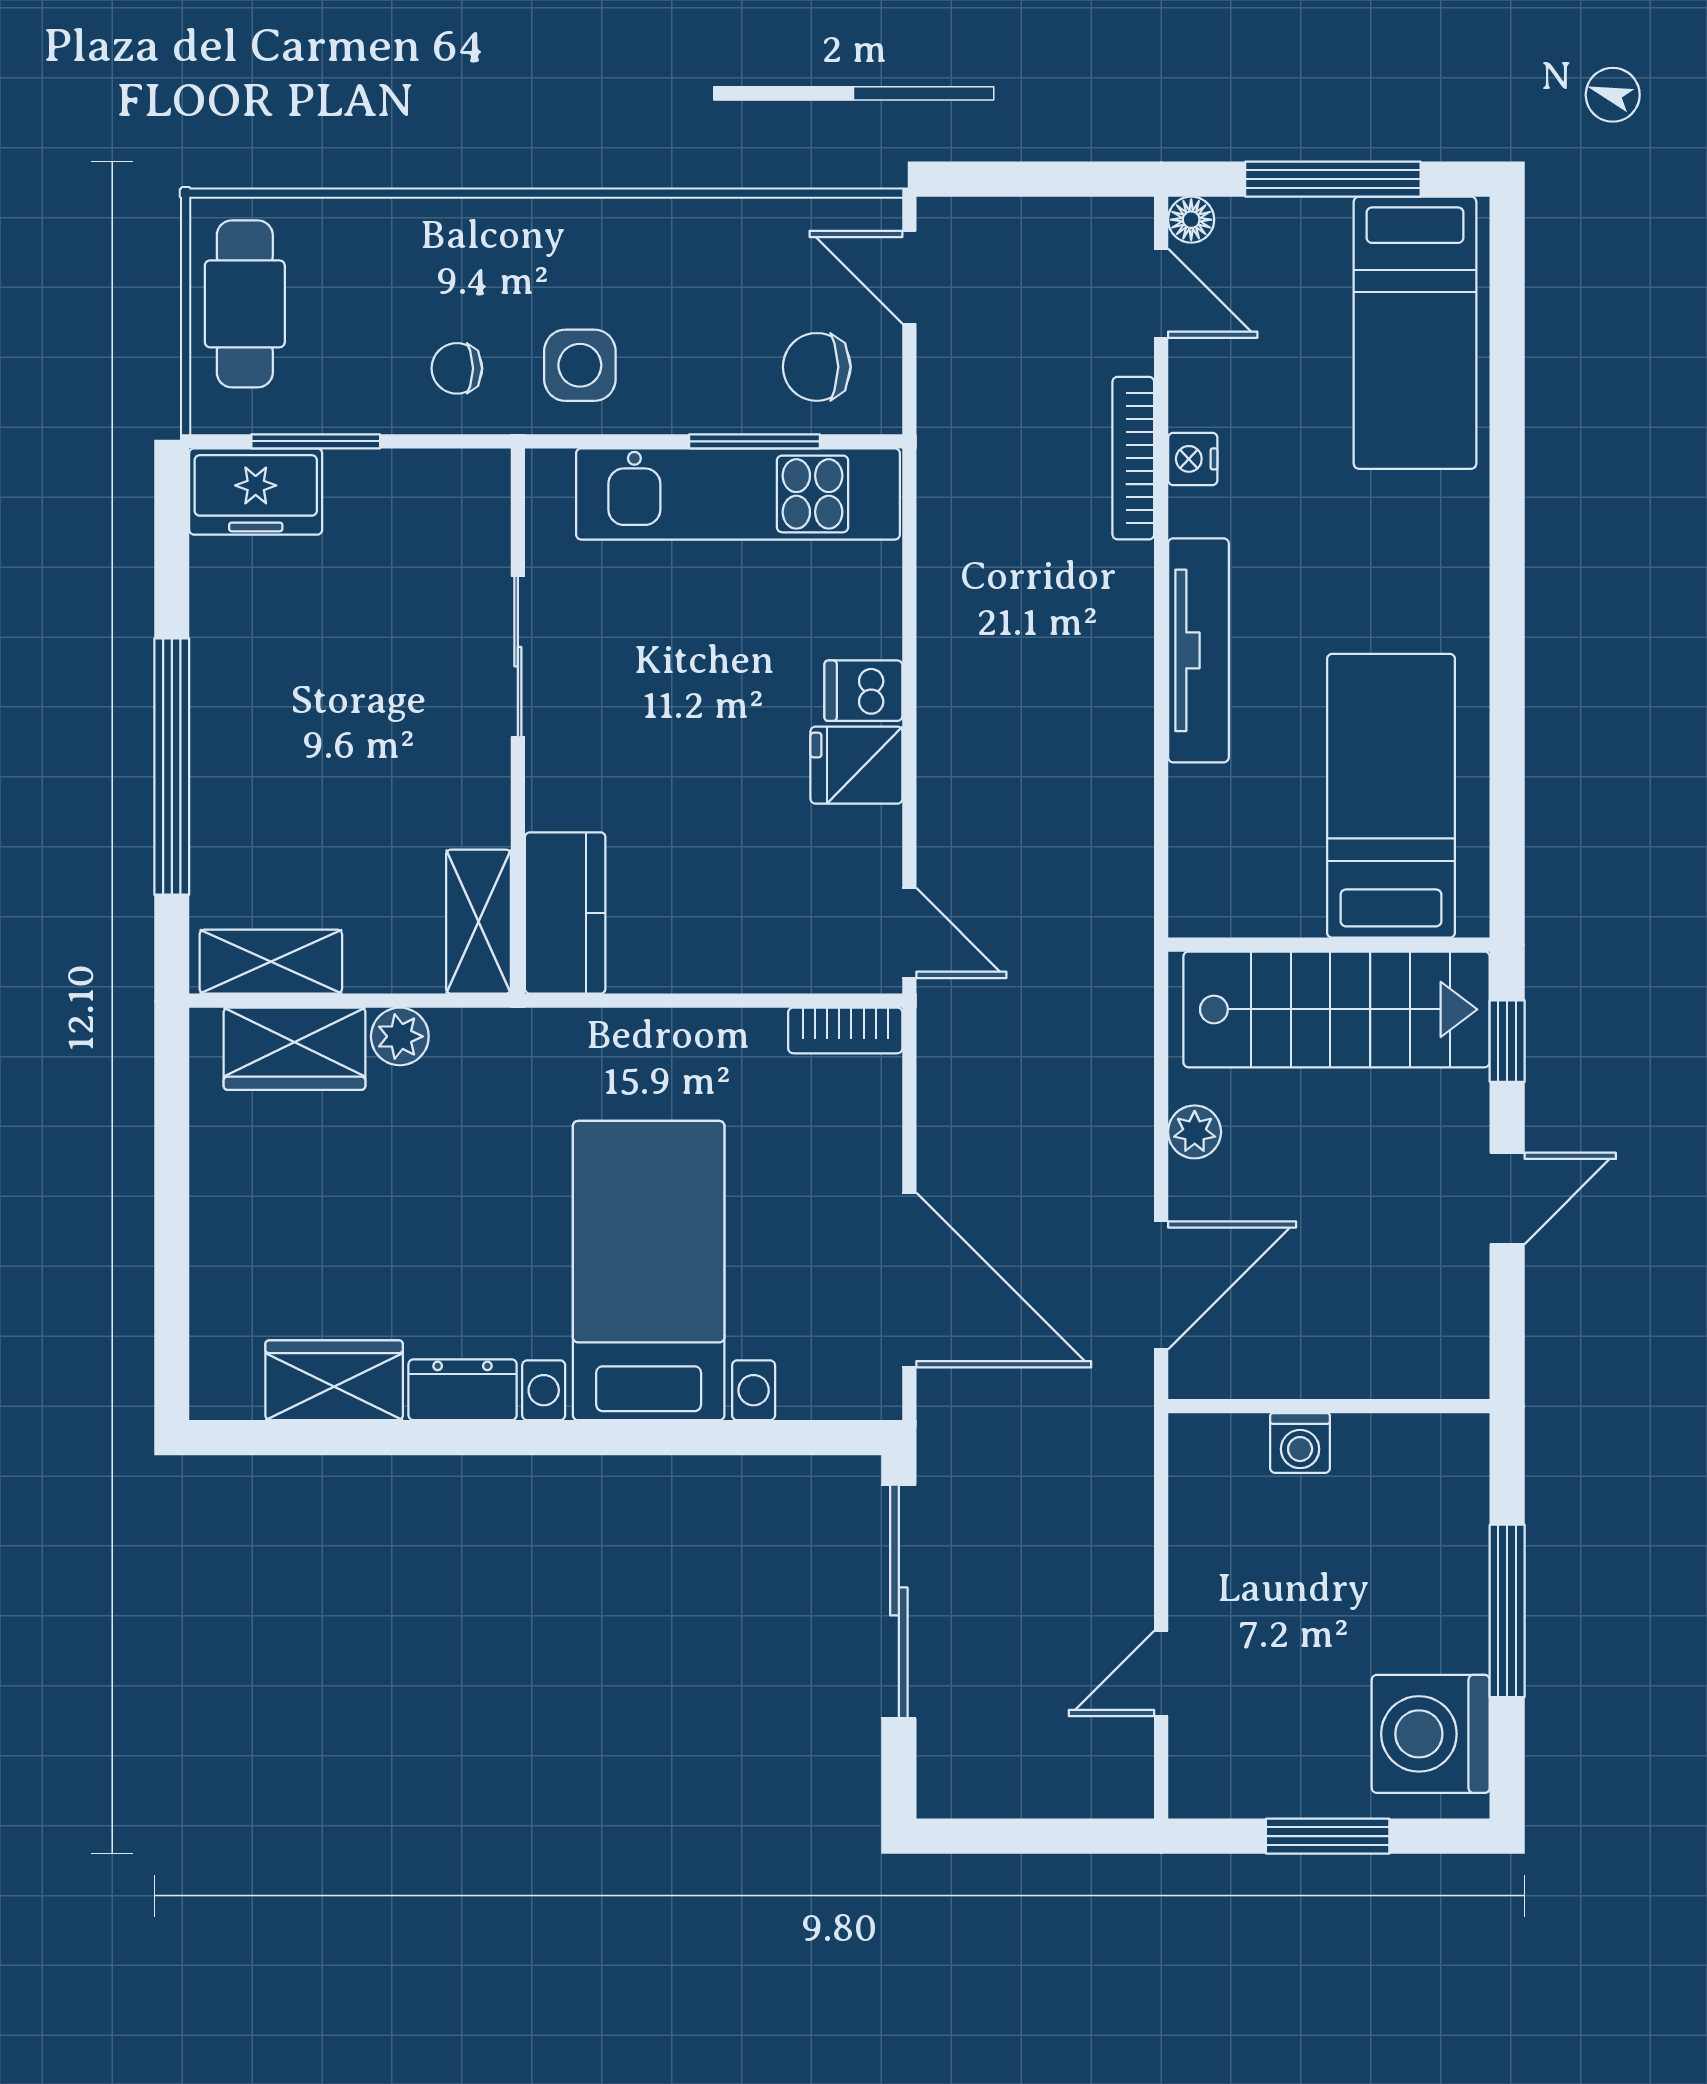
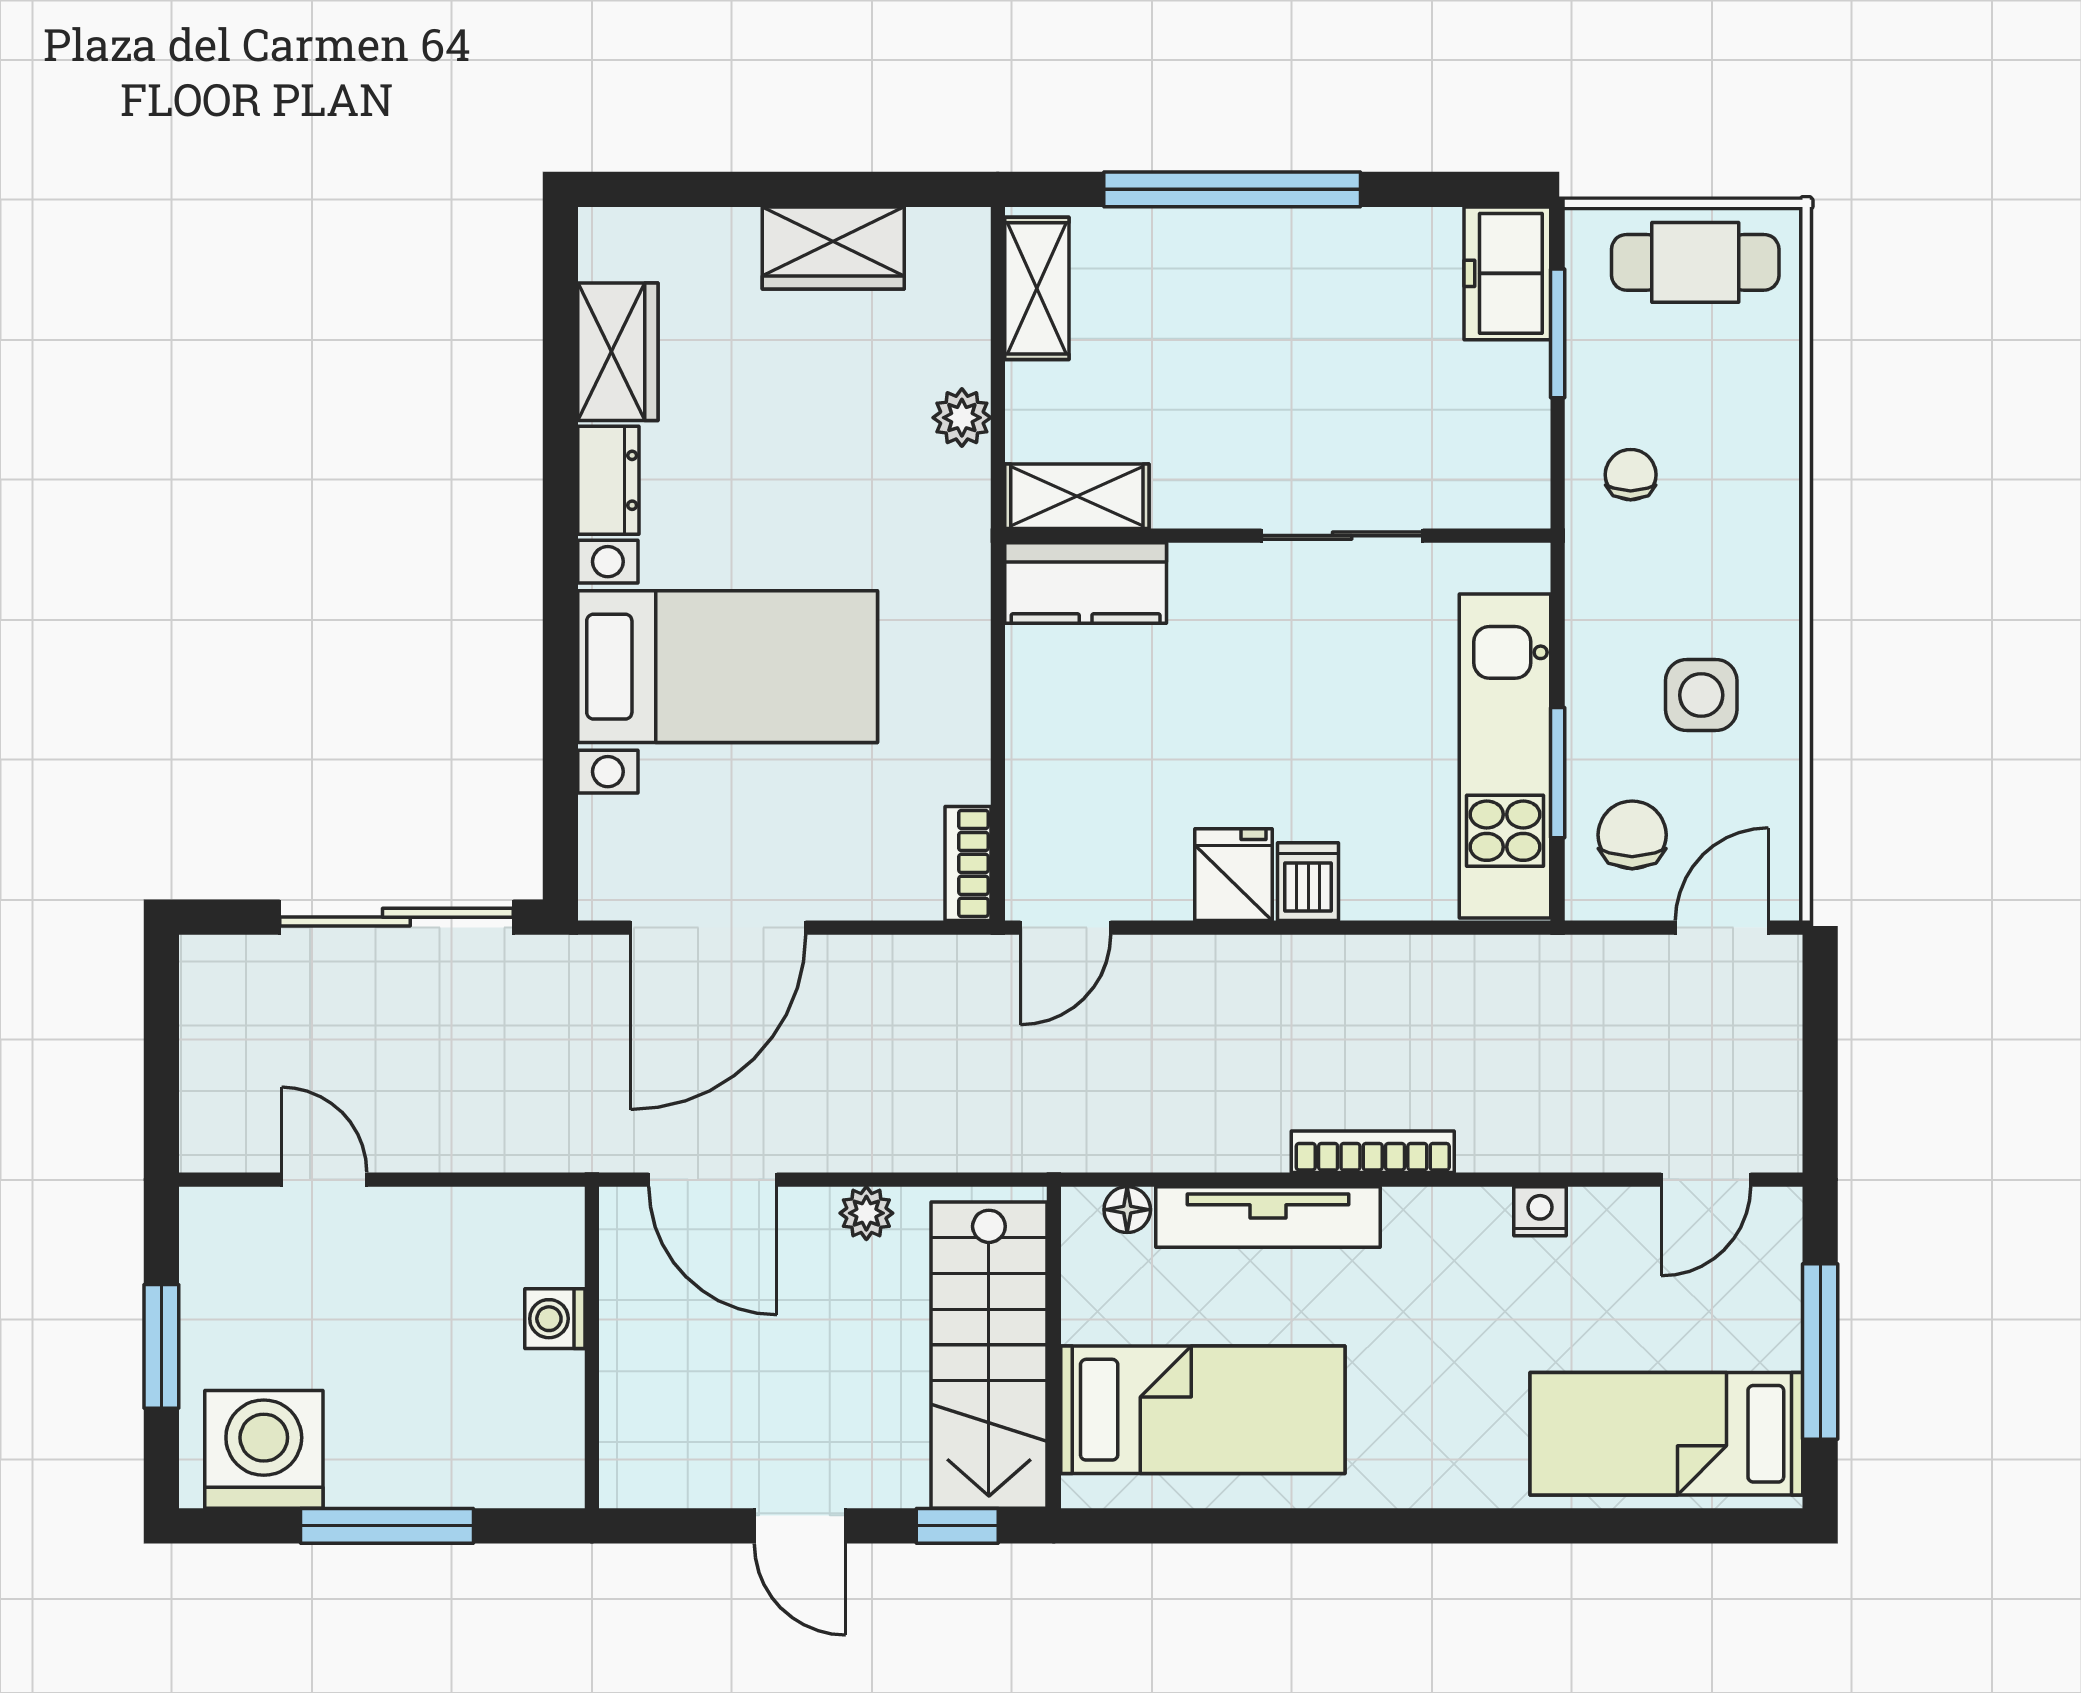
floor lamp: (1191, 220) -> (1127, 1210), moved
side table: (580, 365) -> (1701, 695), moved
bookcase: (1133, 458) -> (1373, 1152), moved
tv unit: (1198, 650) -> (1268, 1217), moved
wardrobe: (294, 1049) -> (833, 248), moved, turned -90

